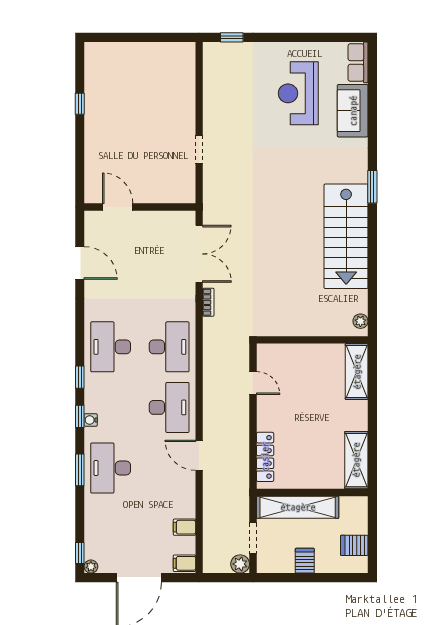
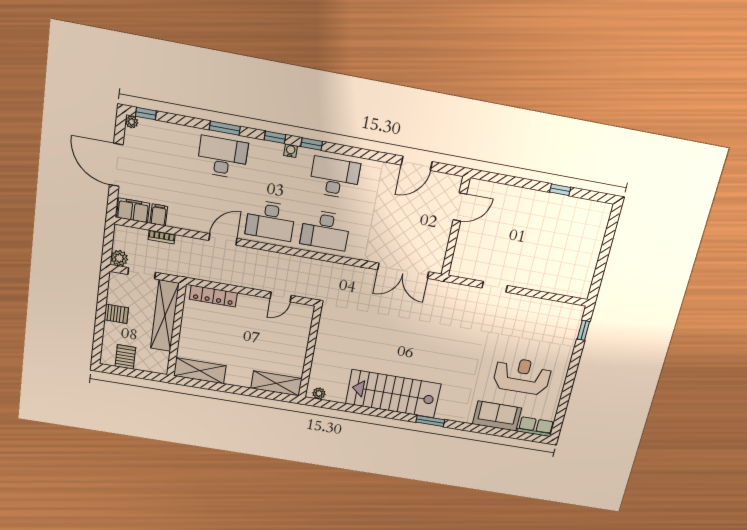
bookcase: (208, 302) -> (162, 237), moved
water cooler: (91, 420) -> (291, 151), moved
filing cabinet: (184, 563) -> (133, 210), width x2.00

